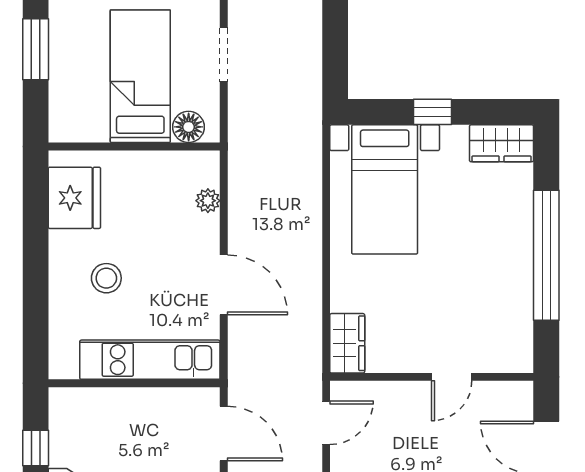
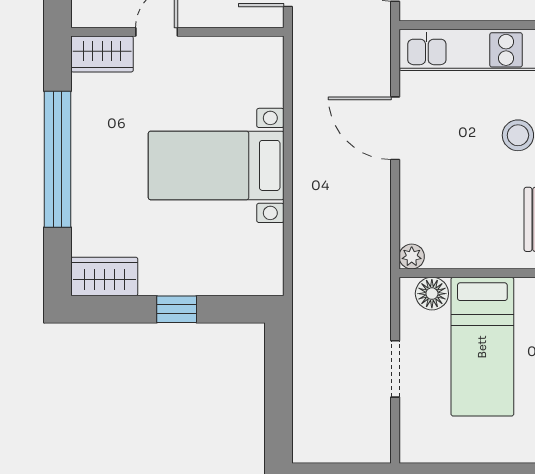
bed with nightstands: (385, 189) -> (216, 165), moved, turned -90
plant: (208, 201) -> (412, 256), moved
wardrobe: (347, 343) -> (102, 54), moved, turned -90

